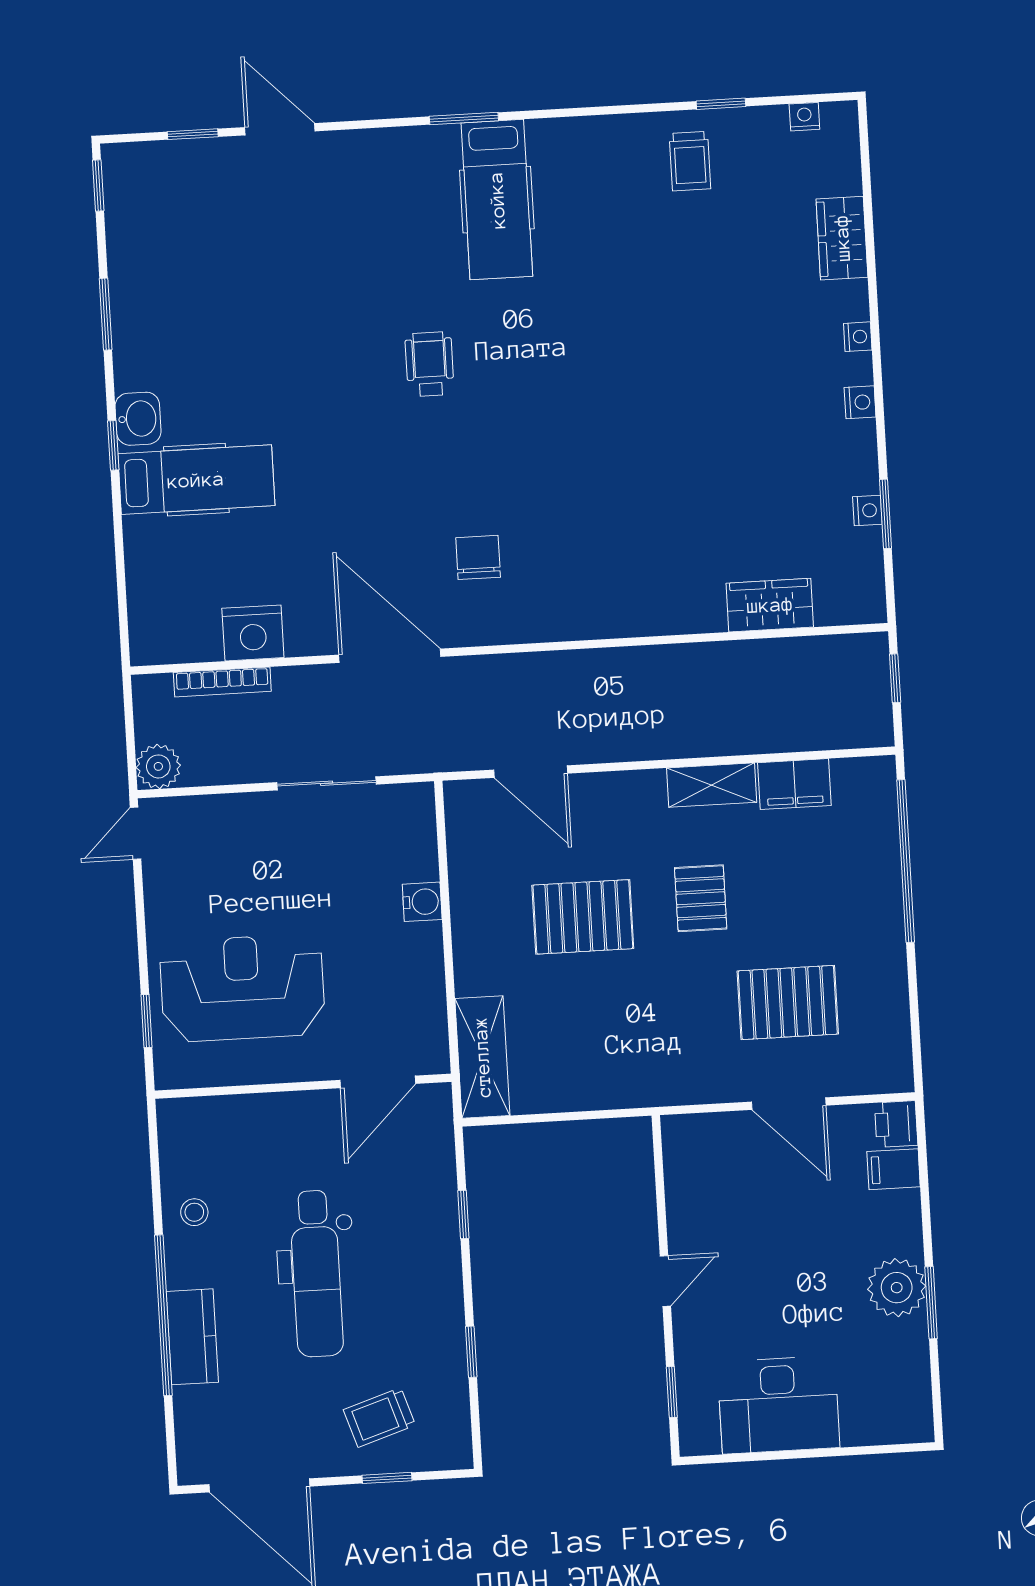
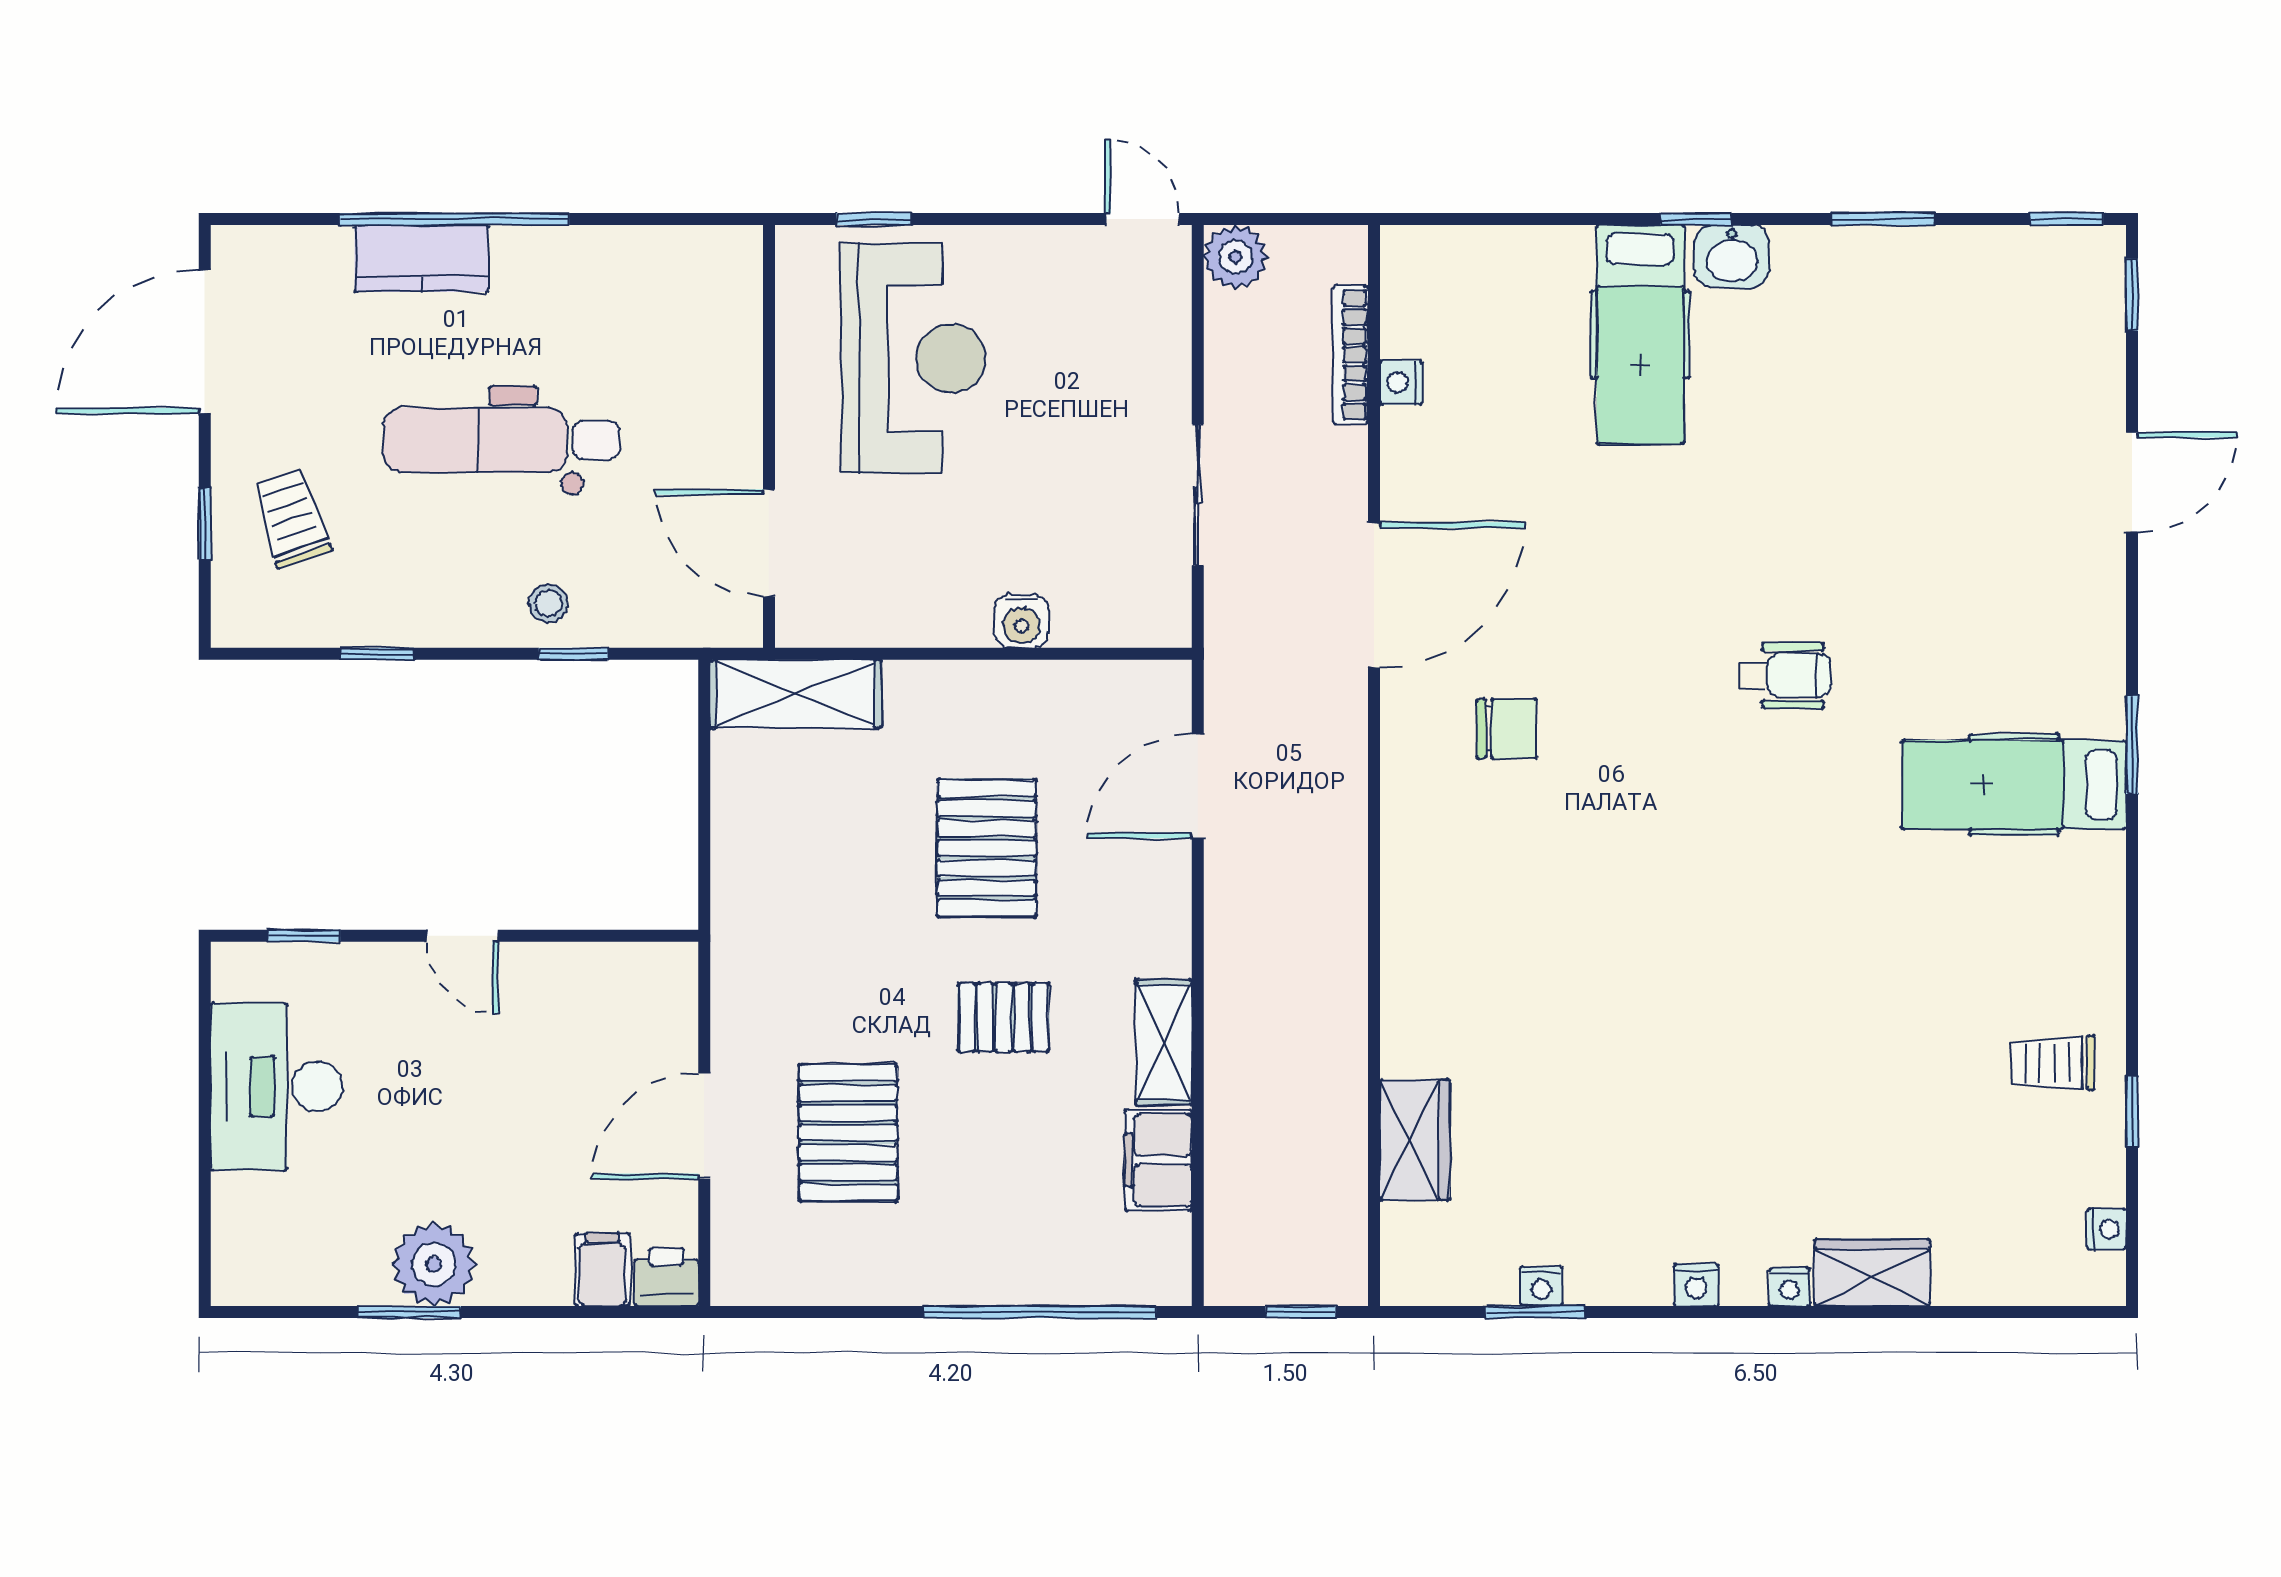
window: (193, 134) -> (2132, 295), moved
wardrobe: (842, 238) -> (1872, 1272), moved
nightstand: (253, 633) -> (1401, 383), width x0.53, depth x0.56
stool: (194, 1212) -> (549, 603), moved

